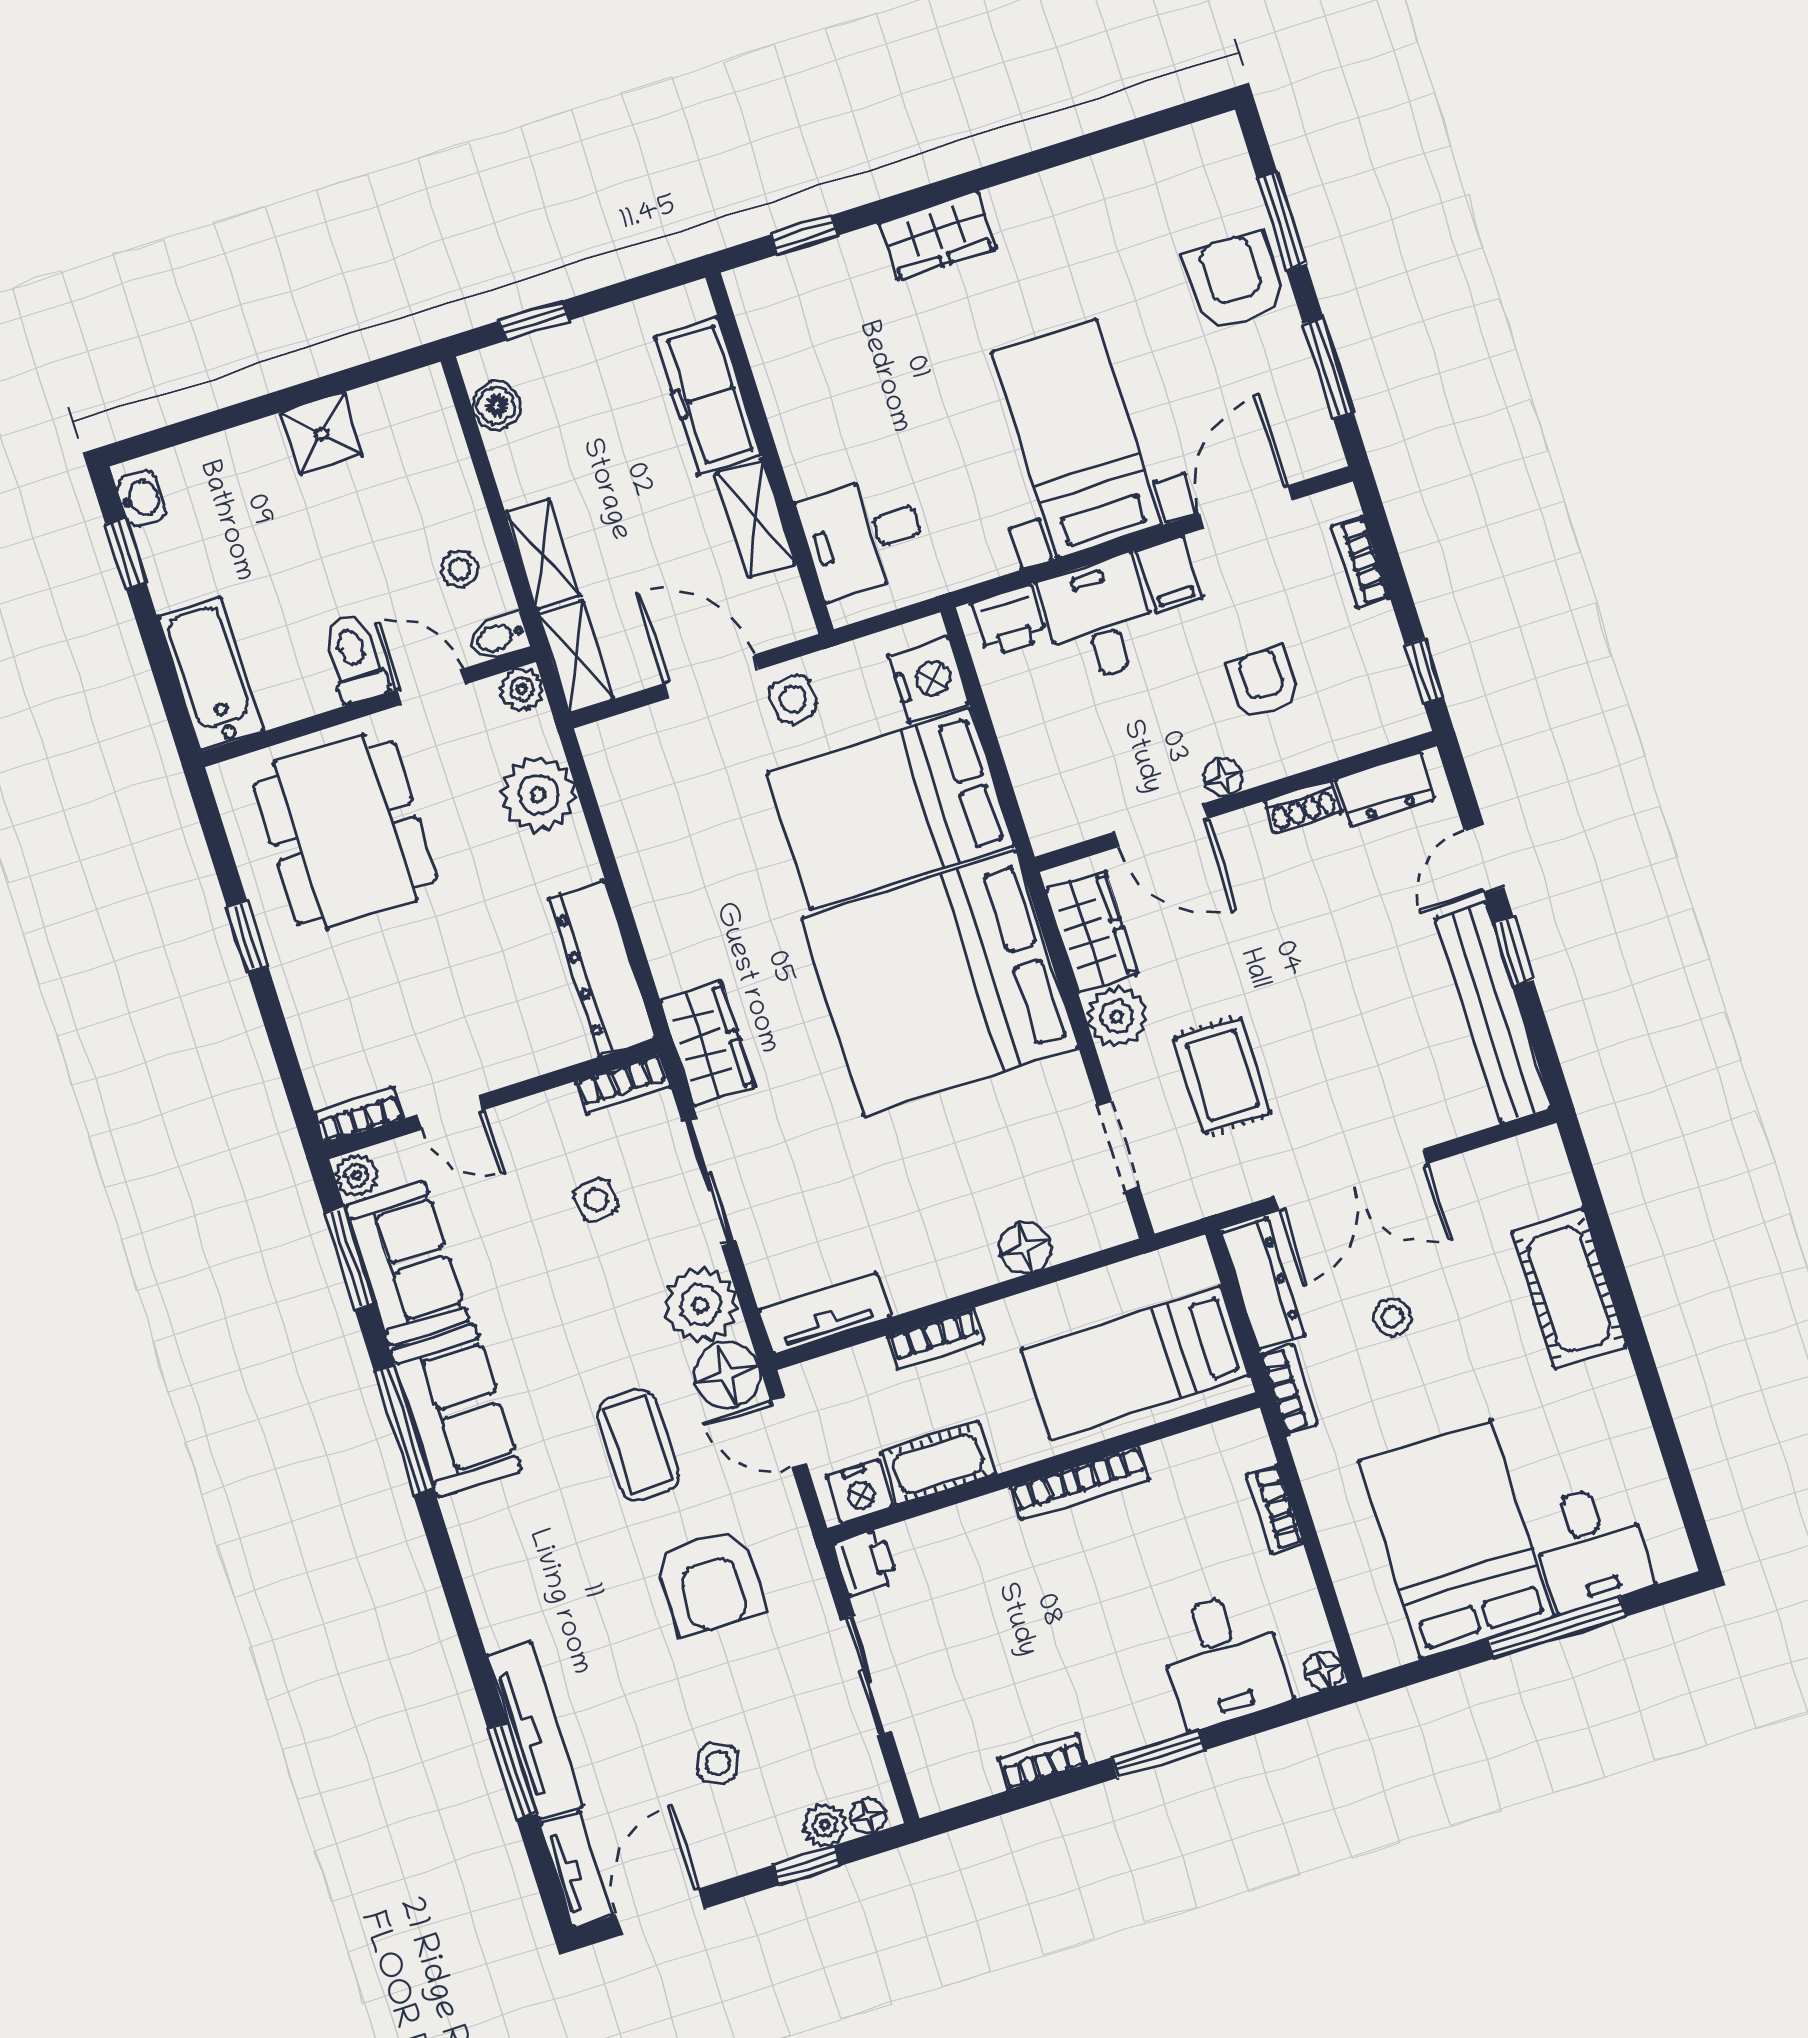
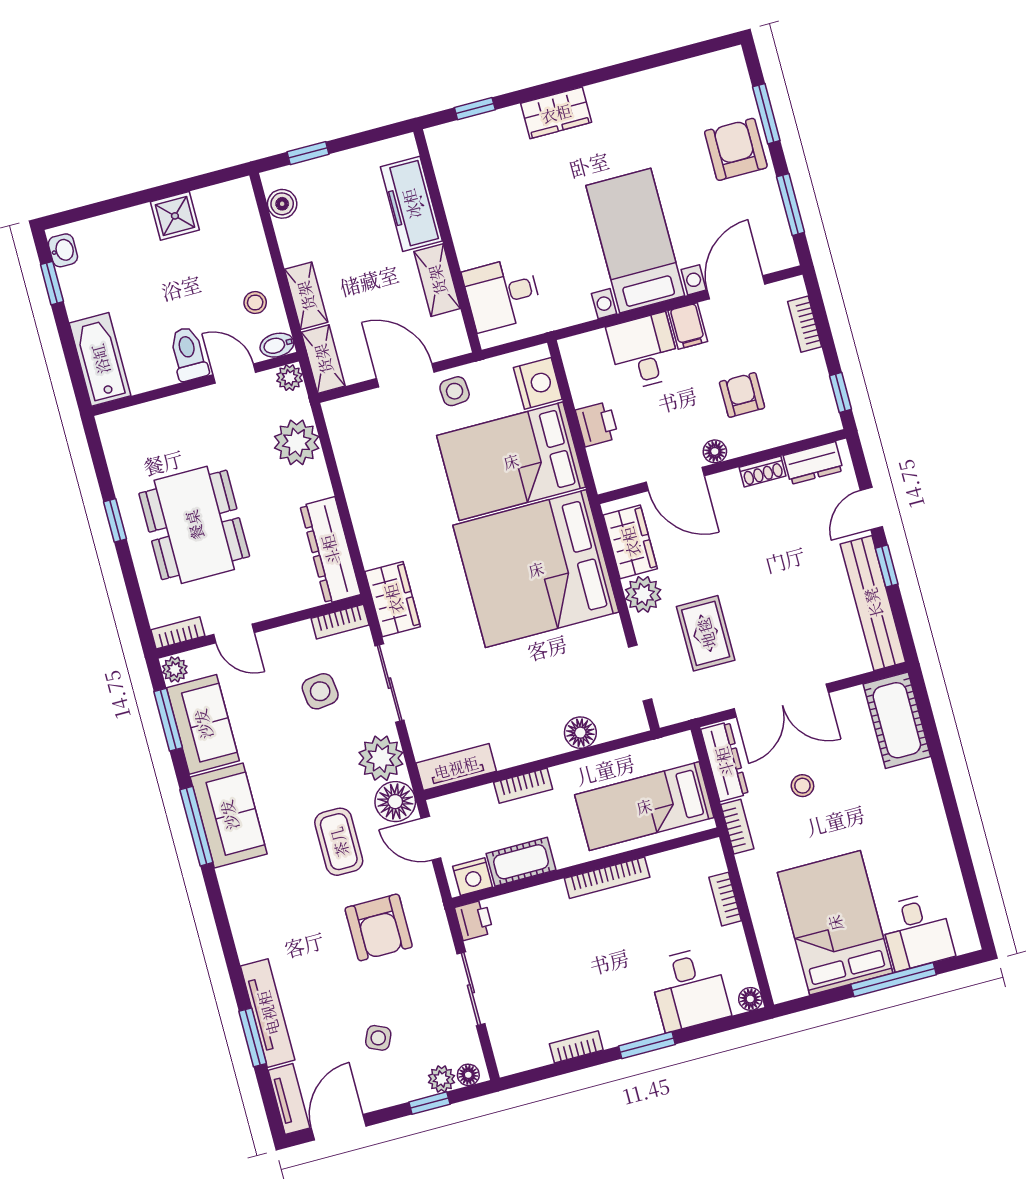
printer: (1009, 620) -> (597, 424), moved, turned -90
dining table: (345, 832) -> (194, 525), moved
side table: (596, 1200) -> (320, 691), width x1.37, depth x1.37
cot: (1569, 1289) -> (897, 720), moved

